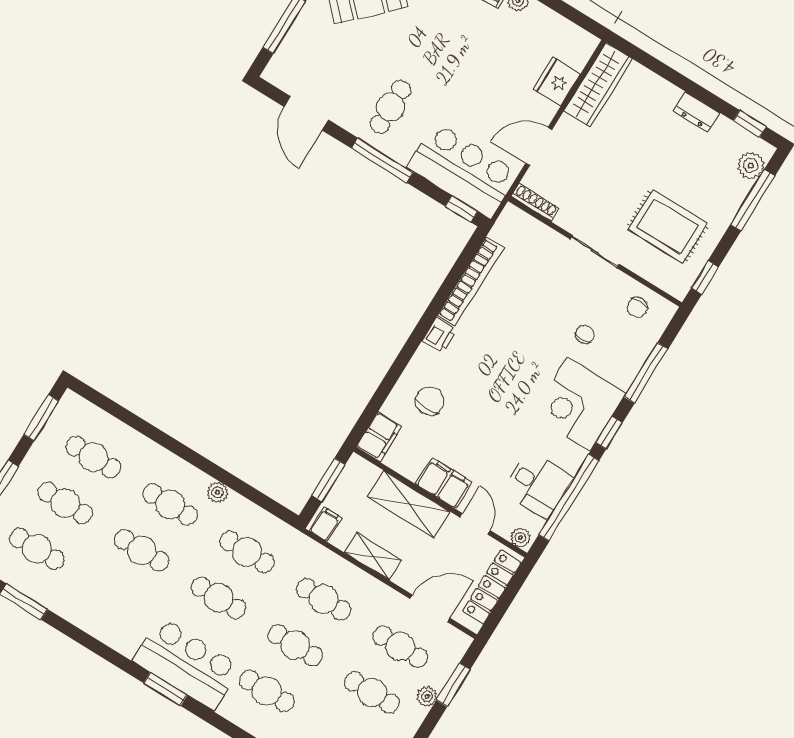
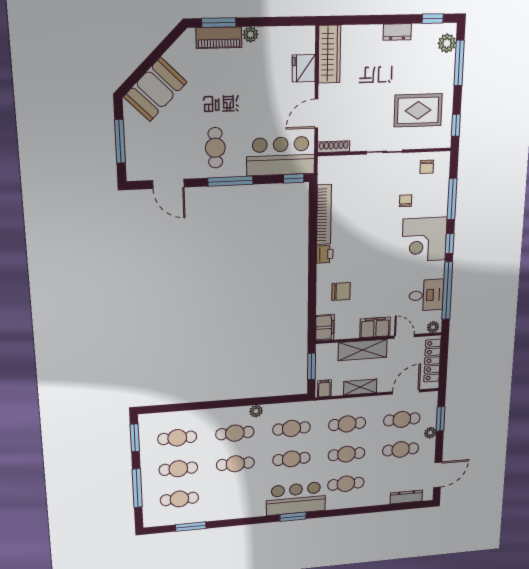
chair: (430, 401) -> (341, 292), turned 90

